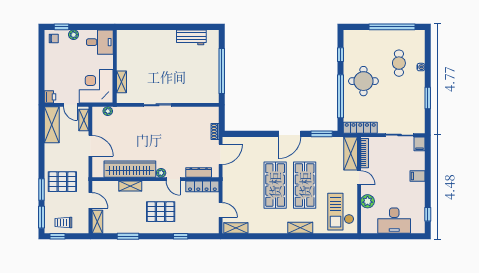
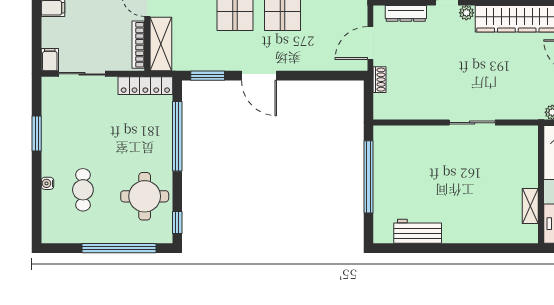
window: (392, 27) -> (119, 248), moved
window: (340, 55) -> (177, 222), moved
round table: (363, 81) -> (145, 196), moved
shelving: (121, 82) -> (530, 206), moved
door: (290, 134) -> (259, 76), swing flipped

